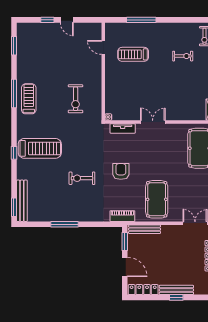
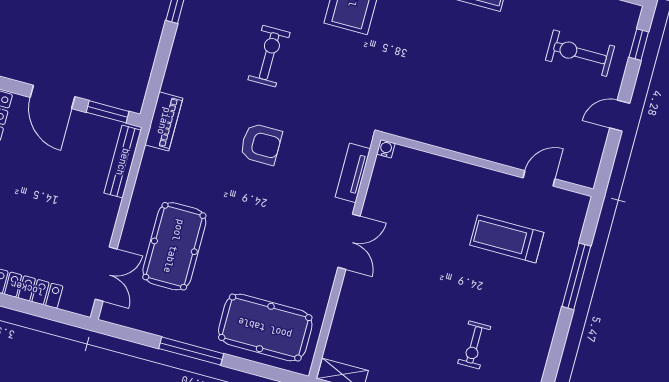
window: (47, 20) -> (639, 45), moved
treadmill: (133, 54) -> (507, 239), turned -90
exercise bike: (76, 99) -> (580, 53), moved
pool table: (157, 199) -> (174, 246), moved, turned 90
door: (125, 267) -> (52, 97), hinge flipped

